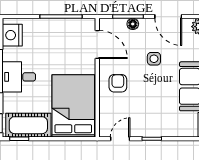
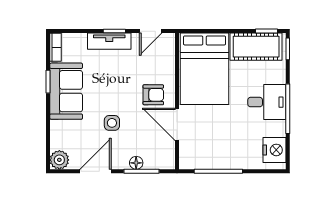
door: (168, 17) -> (95, 171), hinge flipped
door: (97, 45) -> (177, 124), moved
armchair: (118, 83) -> (153, 95), turned -90
tv unit: (156, 130) -> (109, 41), added

